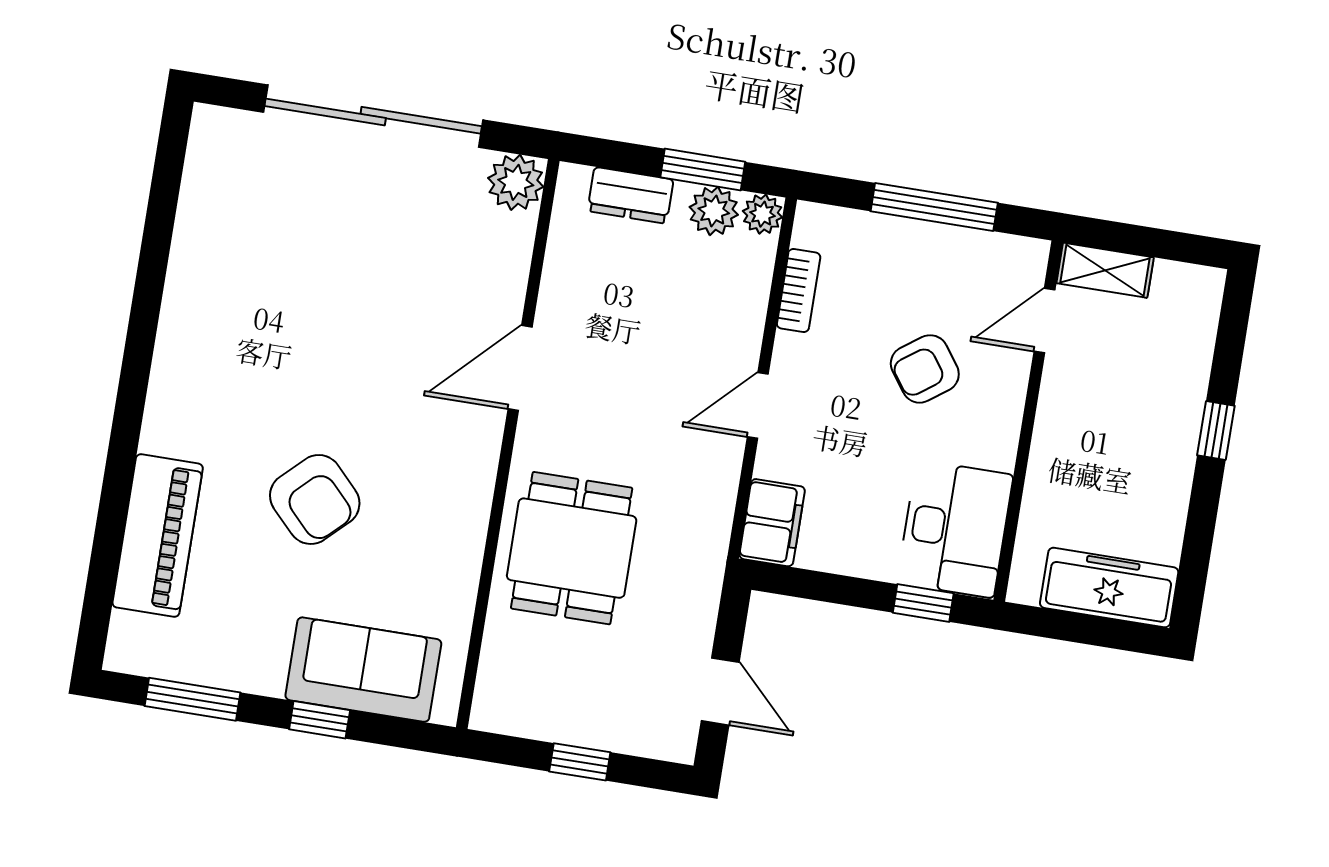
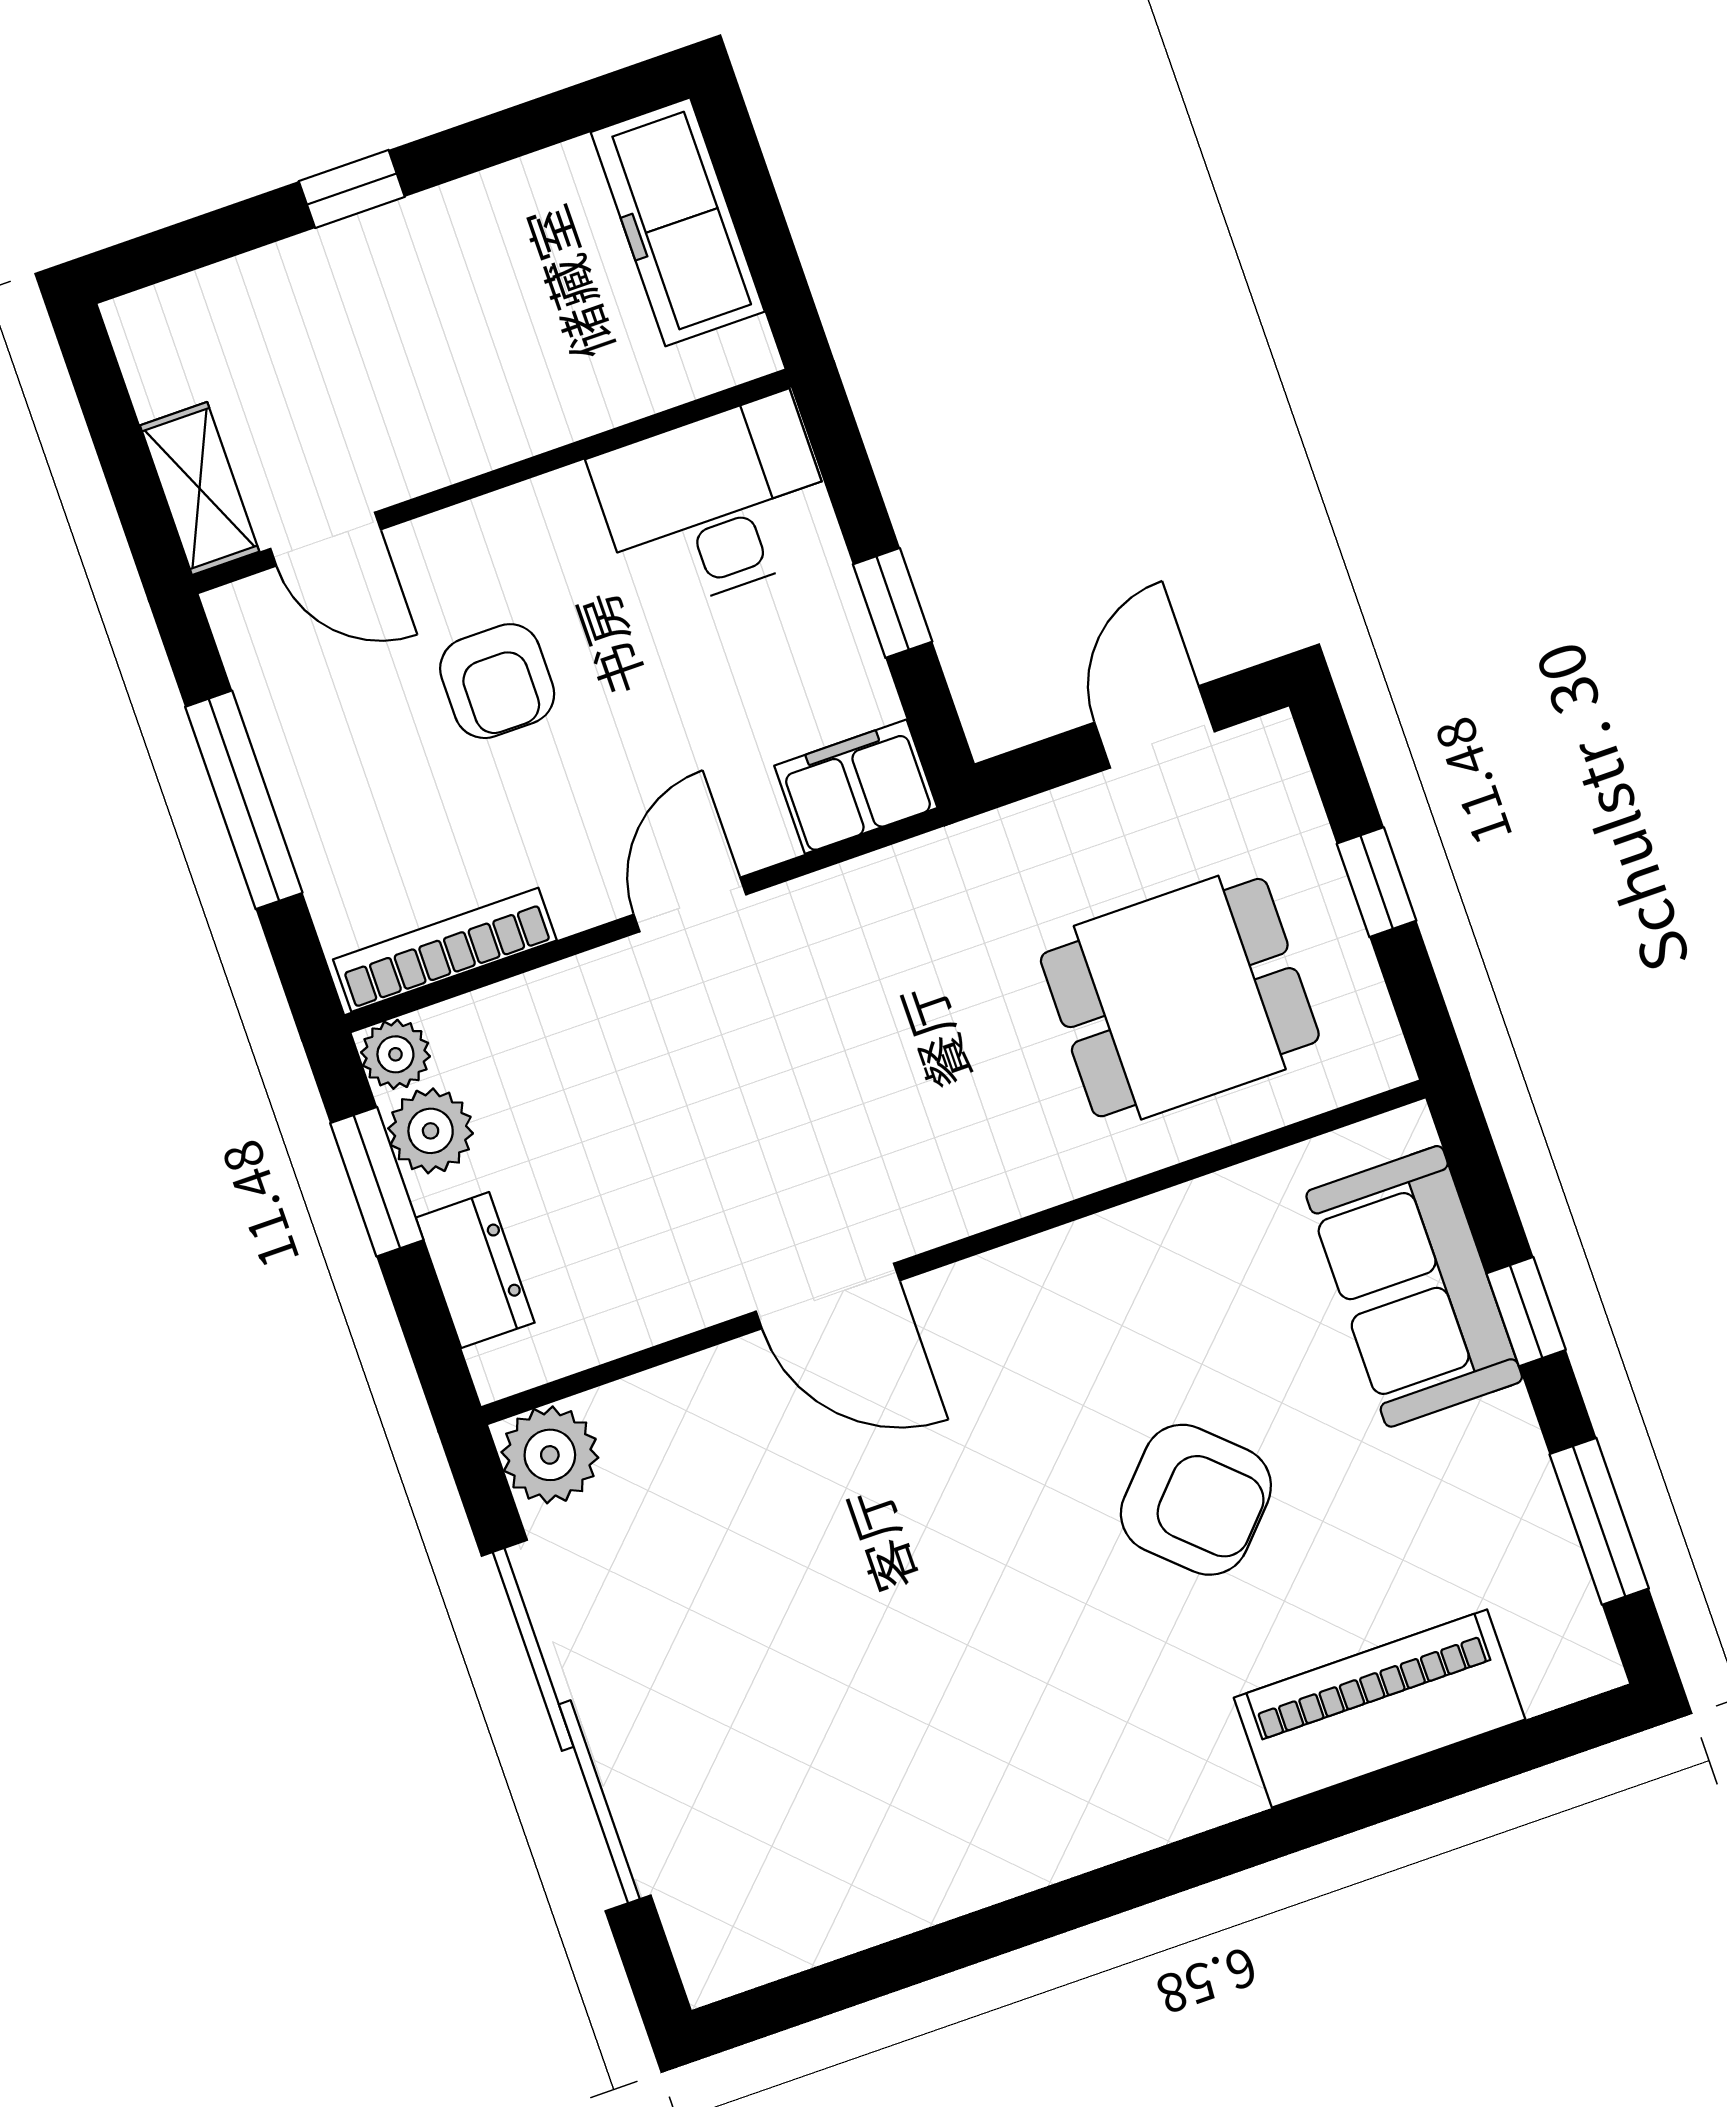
bookcase: (799, 291) -> (445, 950), width x1.56
armchair: (925, 369) -> (497, 681), turned 36
door: (758, 406) -> (690, 905), swing flipped
armchair: (315, 499) -> (1196, 1500), turned 87
dining table: (572, 548) -> (1180, 998), moved
window: (923, 603) -> (893, 603), moved

